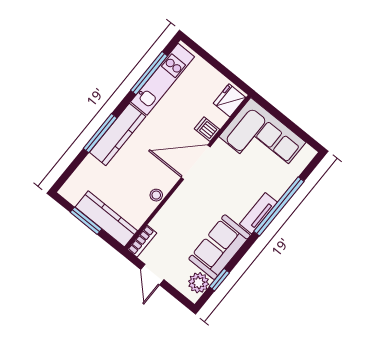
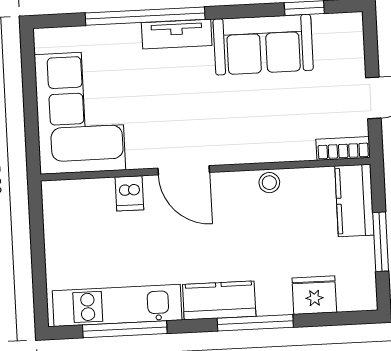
fridge: (229, 100) -> (314, 295), moved, turned 180
kitchen counter: (118, 134) -> (219, 300), width x0.67
door: (196, 162) -> (184, 170), width x0.73
kitchen counter: (106, 219) -> (354, 200), width x0.67
plant: (199, 283) -> (331, 31), removed

